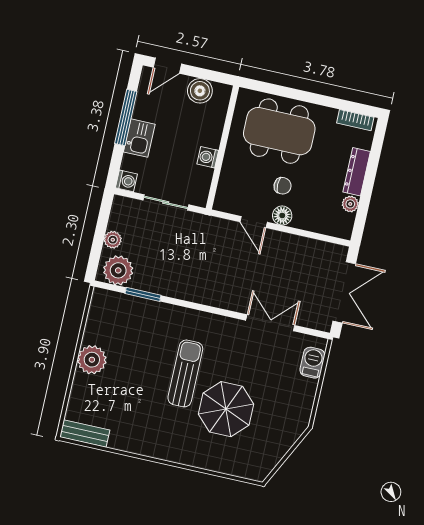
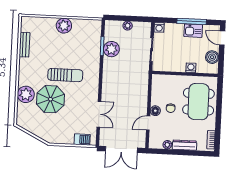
kitchen sink: (139, 138) -> (193, 31), moved
washing machine: (208, 157) -> (191, 68), moved
door: (254, 222) -> (148, 123), moved
plant: (118, 270) -> (111, 49), moved
bench: (85, 434) -> (24, 45), moved
plant: (209, 454) -> (26, 94), added

